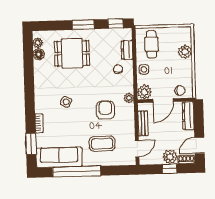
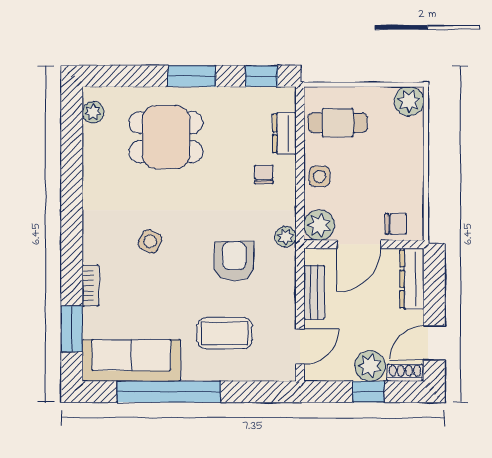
cafe table: (152, 44) -> (338, 123), turned 90
plant: (185, 52) -> (409, 101), moved
floor lamp: (39, 54) -> (94, 137), removed

